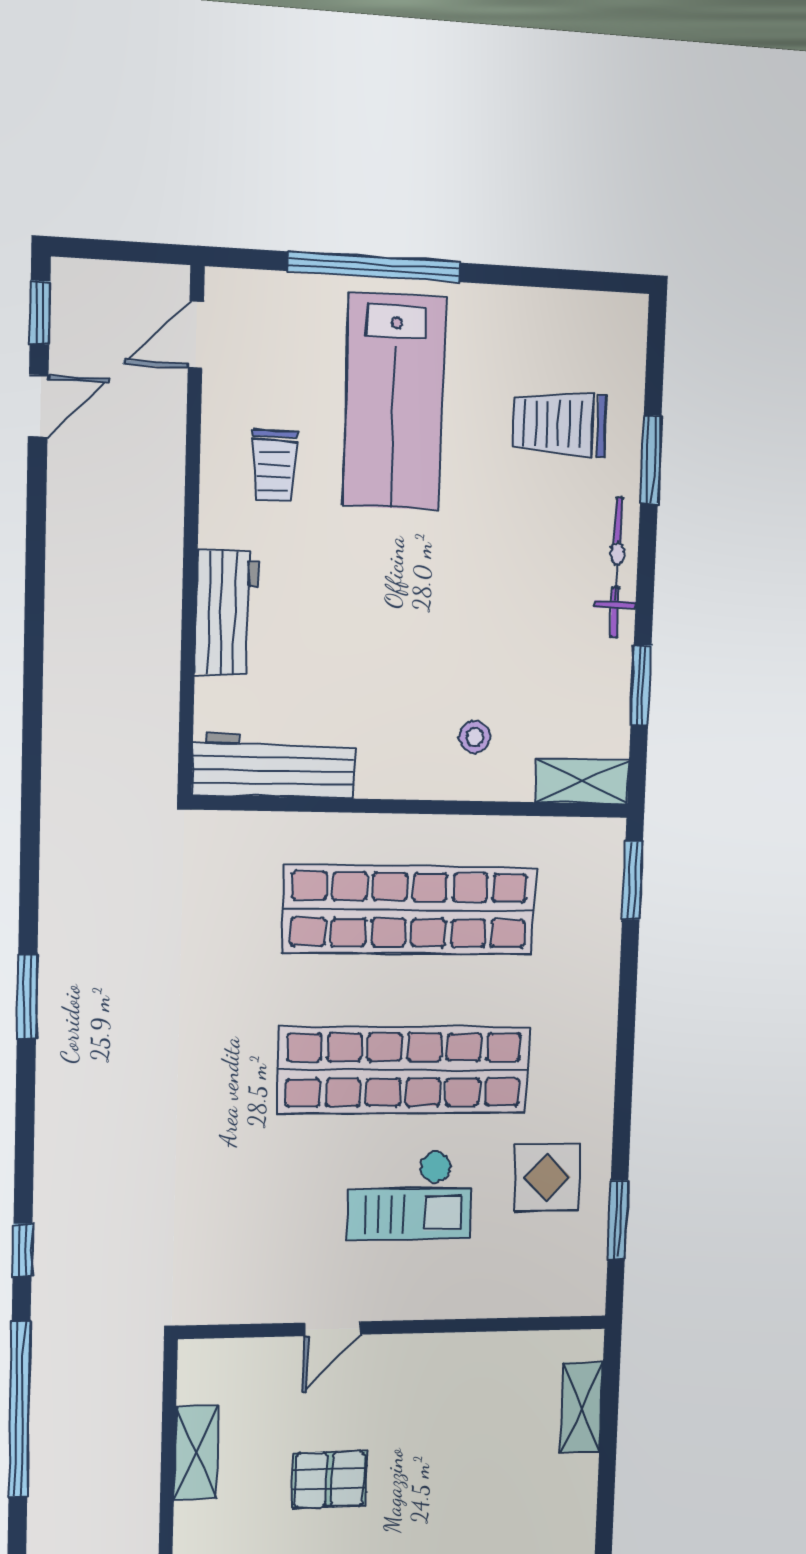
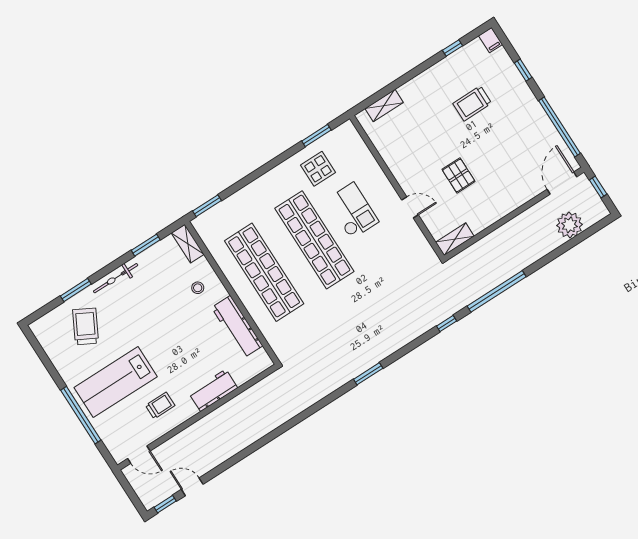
lab bench: (394, 402) -> (116, 382), turned 180
trolley: (559, 424) -> (86, 326), turned -152
workbench: (273, 766) -> (237, 327), moved
shelving: (196, 1453) -> (455, 239), moved

